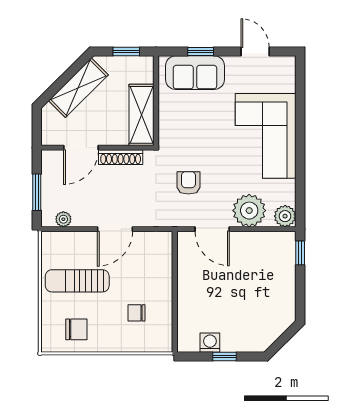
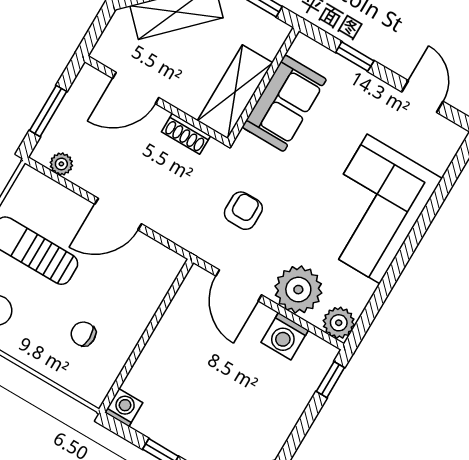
sofa: (195, 73) -> (284, 103), moved, turned -90
shoe rack: (121, 157) -> (186, 134), width x0.70
washing machine: (257, 243) -> (285, 336), added
washing machine: (210, 343) -> (124, 408), moved

